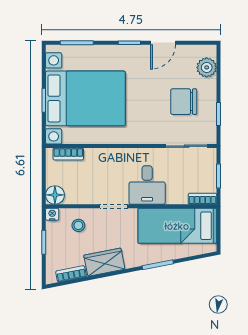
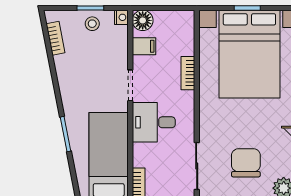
bookcase: (68, 154) -> (188, 73), moved
filing cabinet: (78, 194) -> (144, 46), added
stool: (78, 225) -> (92, 24), moved
wardrobe: (104, 262) -> (68, 75), removed

